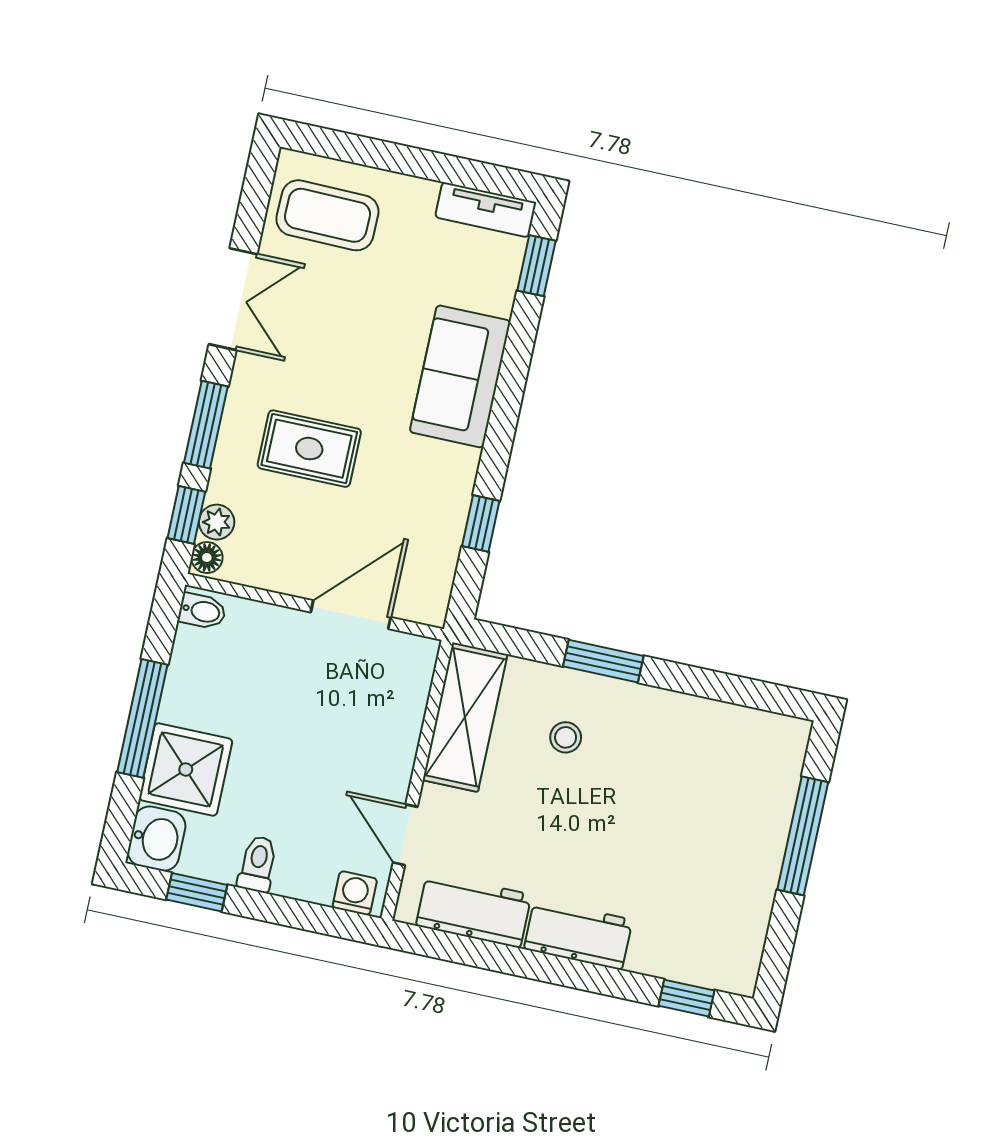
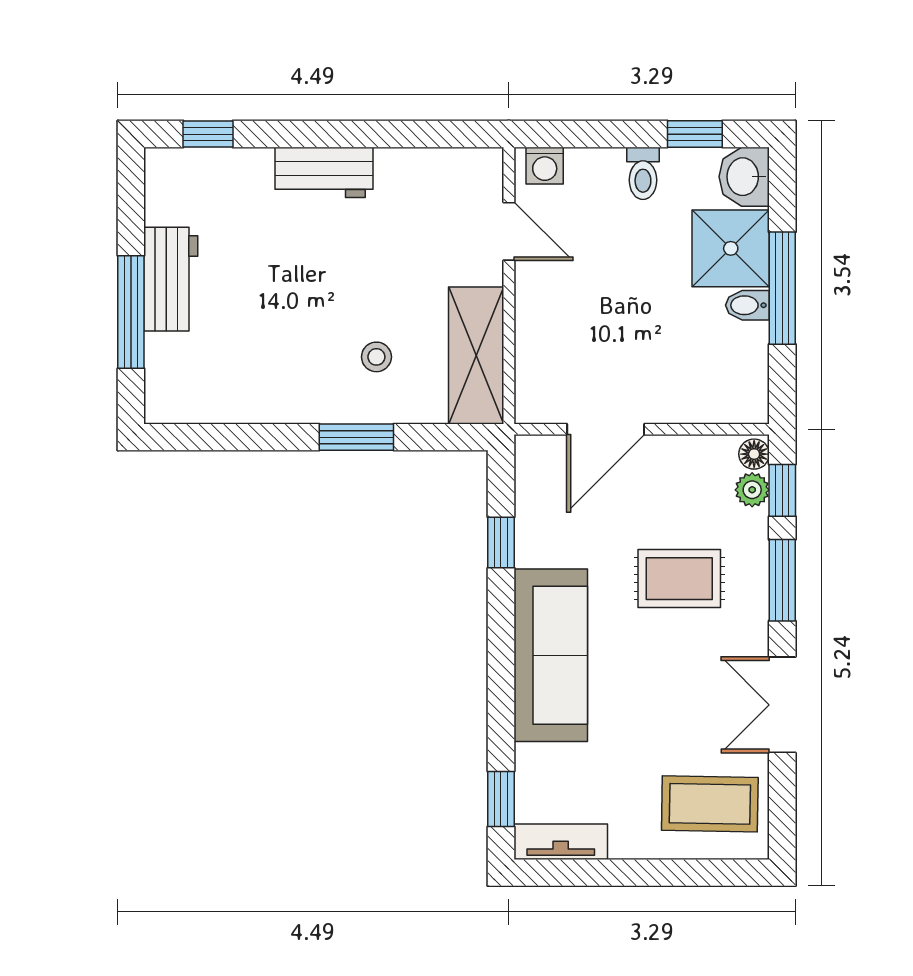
sofa: (460, 376) -> (551, 655), width x1.36
bidet: (202, 611) -> (747, 305), moved
workbench: (474, 910) -> (171, 279), moved, turned -90

